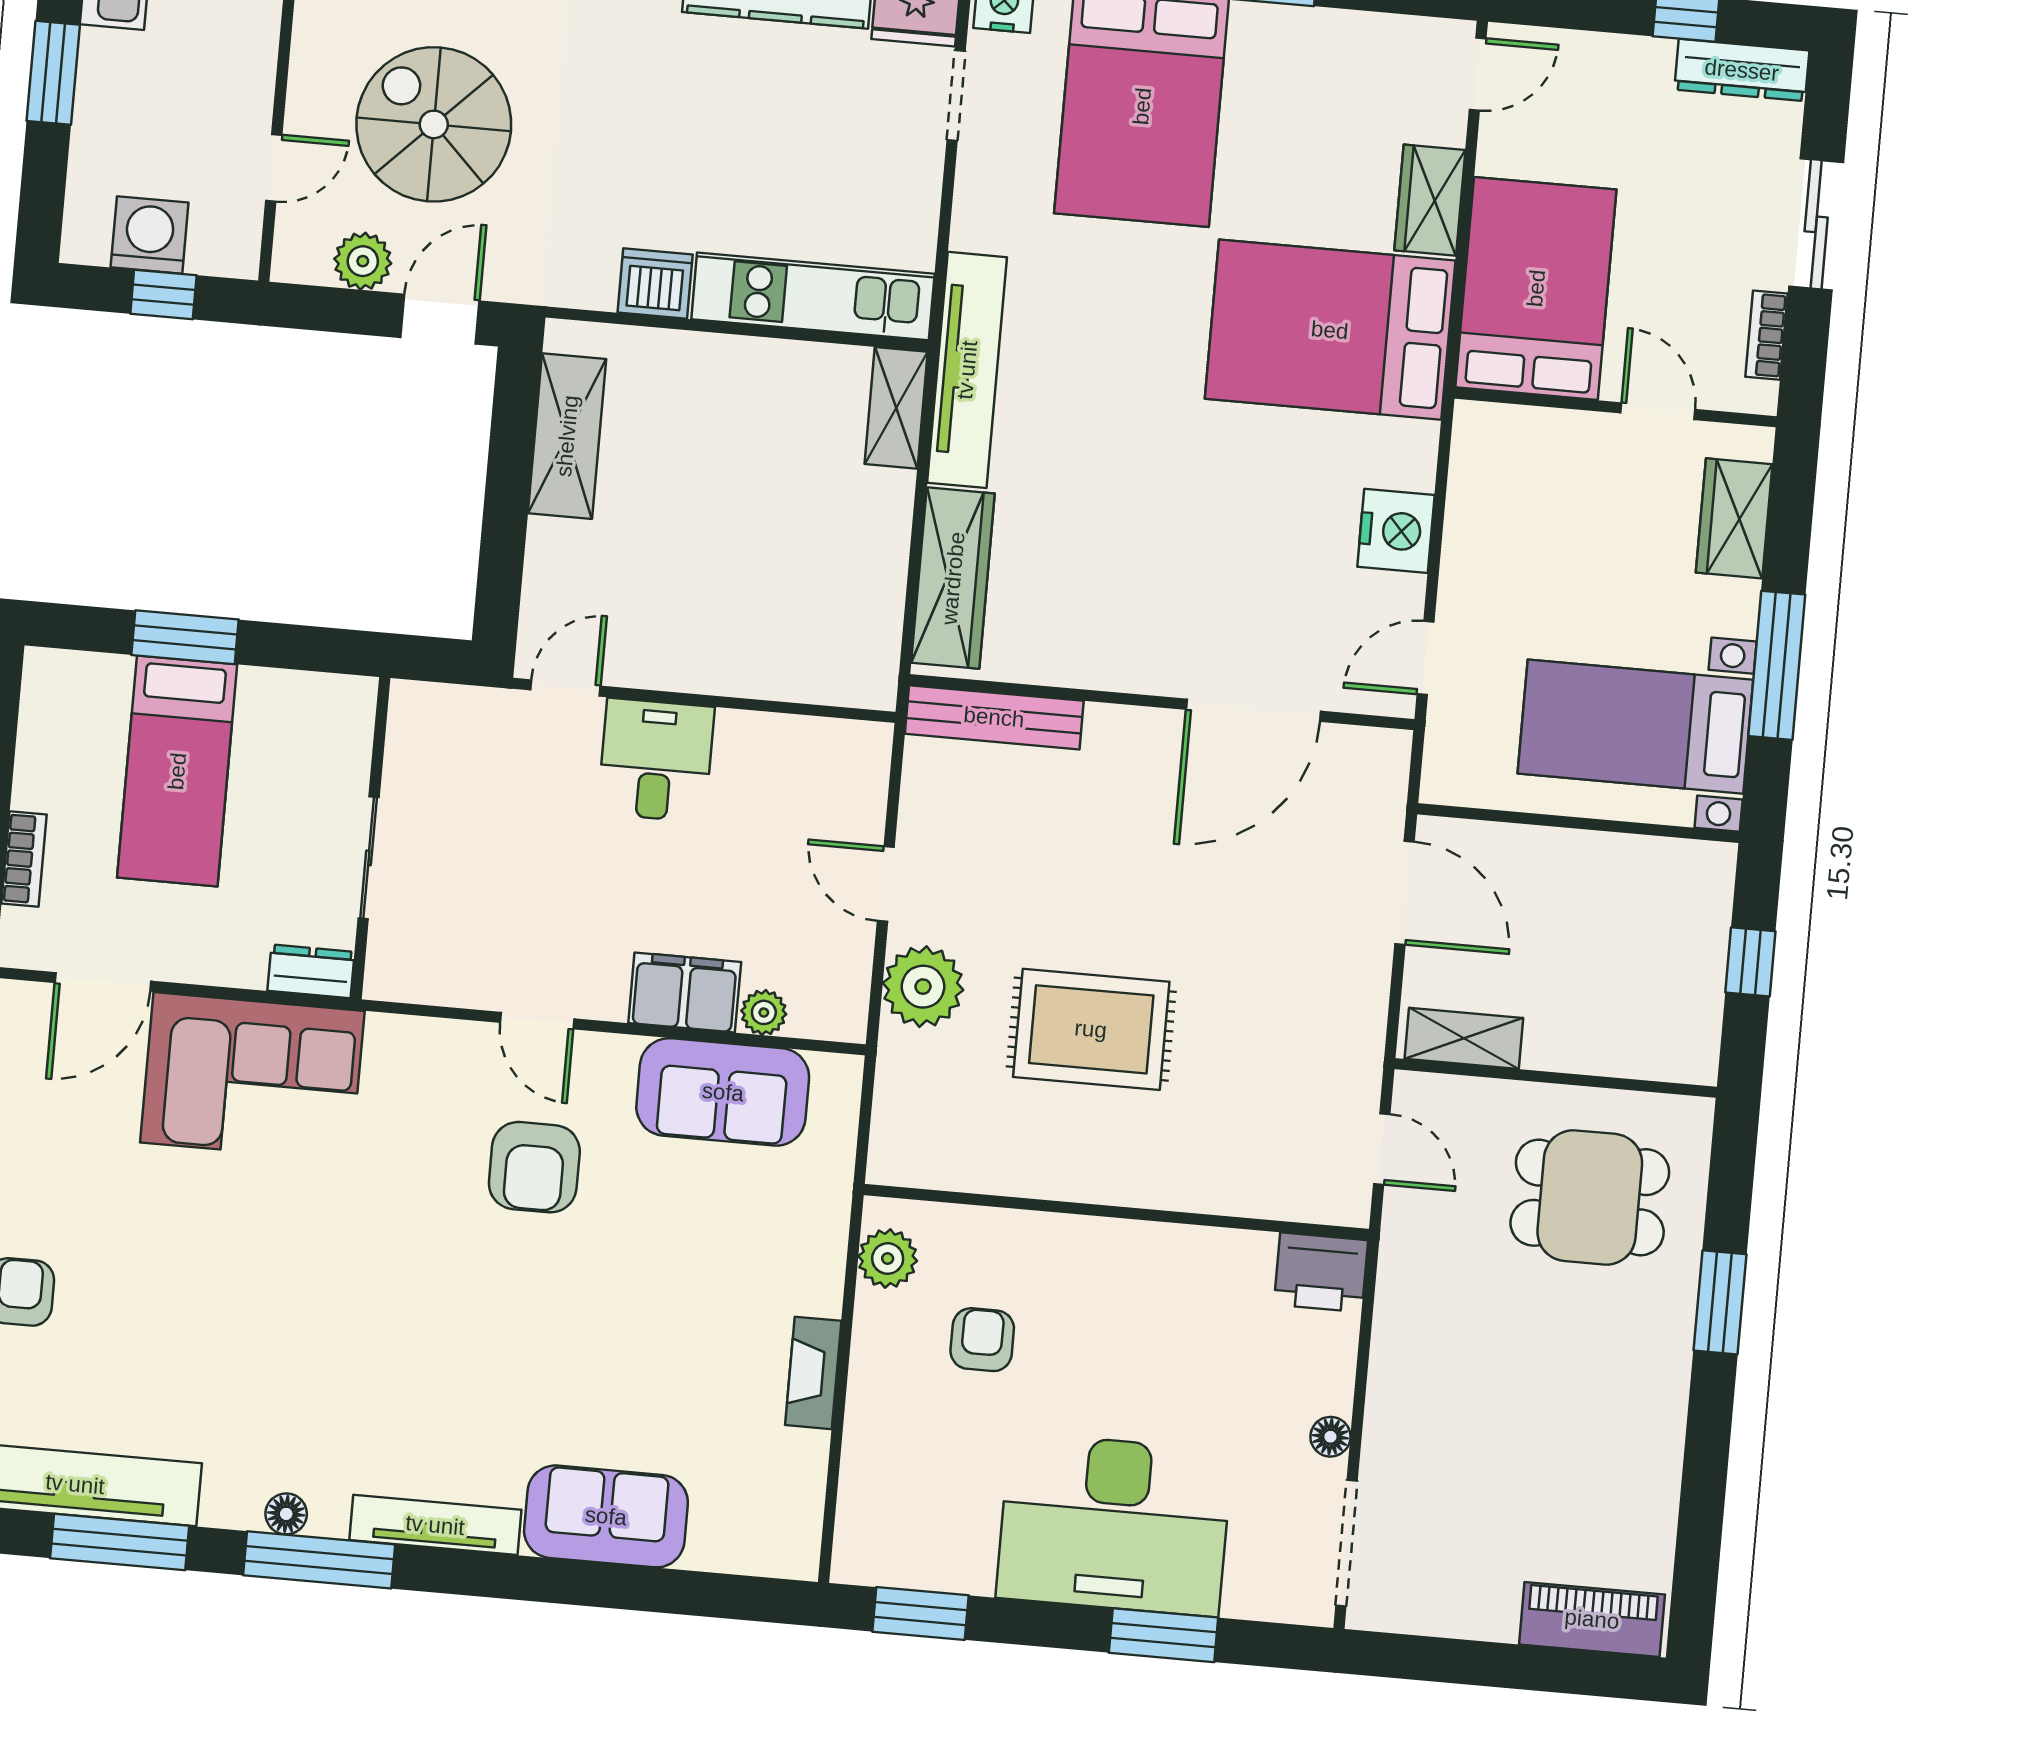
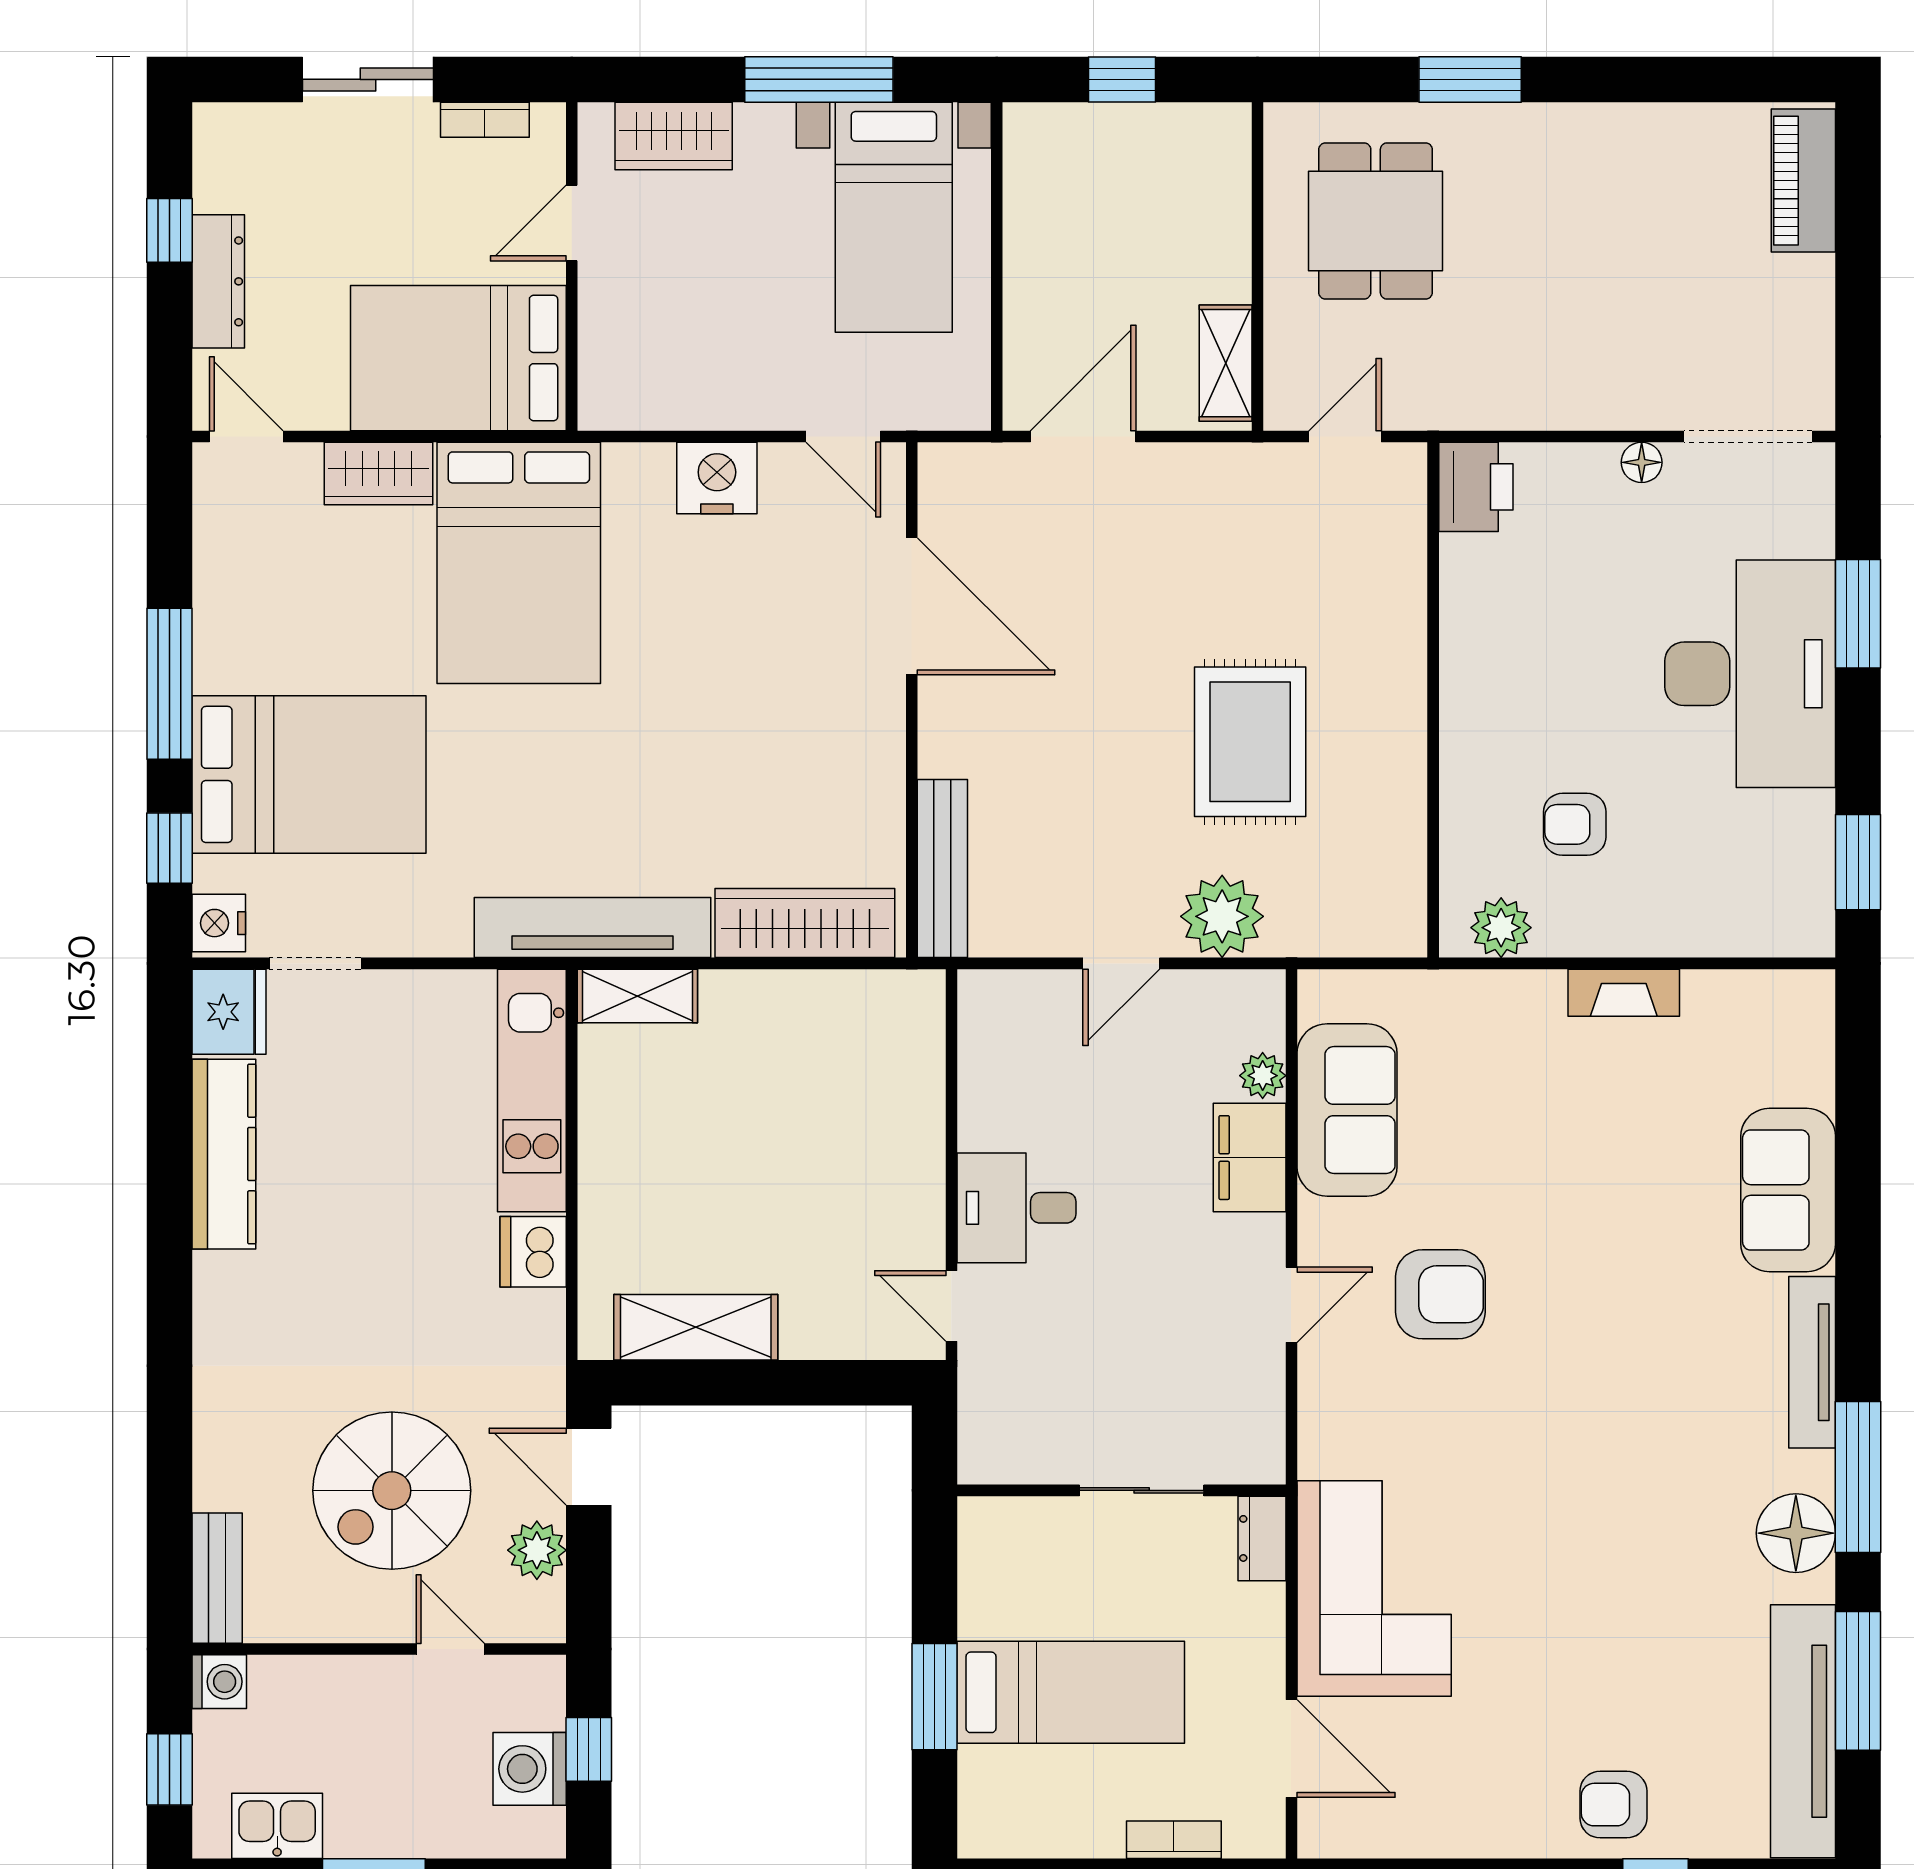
dresser: (1742, 70) -> (218, 281), moved
floor lamp: (286, 1514) -> (1796, 1533), width x1.89, depth x1.89

